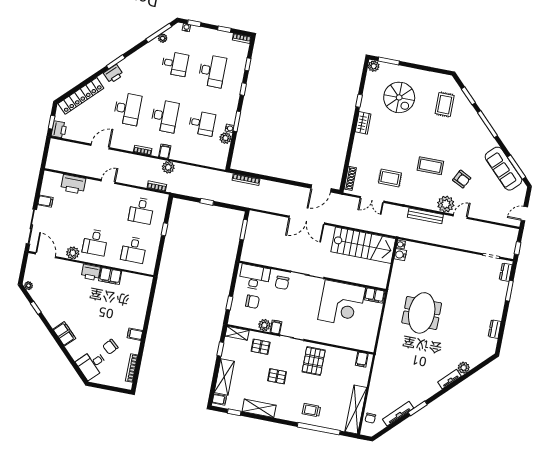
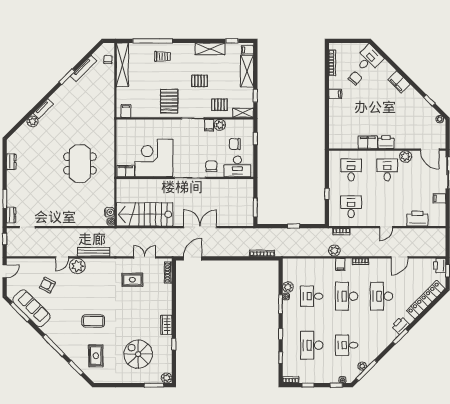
coffee table: (430, 166) -> (93, 321), moved
armchair: (462, 179) -> (47, 285), moved

